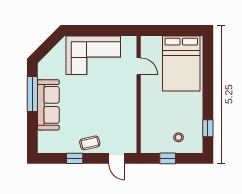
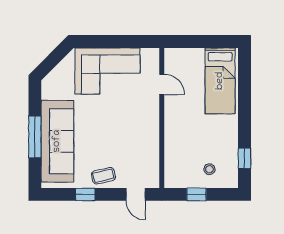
bed: (181, 63) -> (220, 81), width x0.67
window: (32, 94) -> (35, 137), moved
sofa: (48, 105) -> (57, 141), width x1.36, depth x1.27

